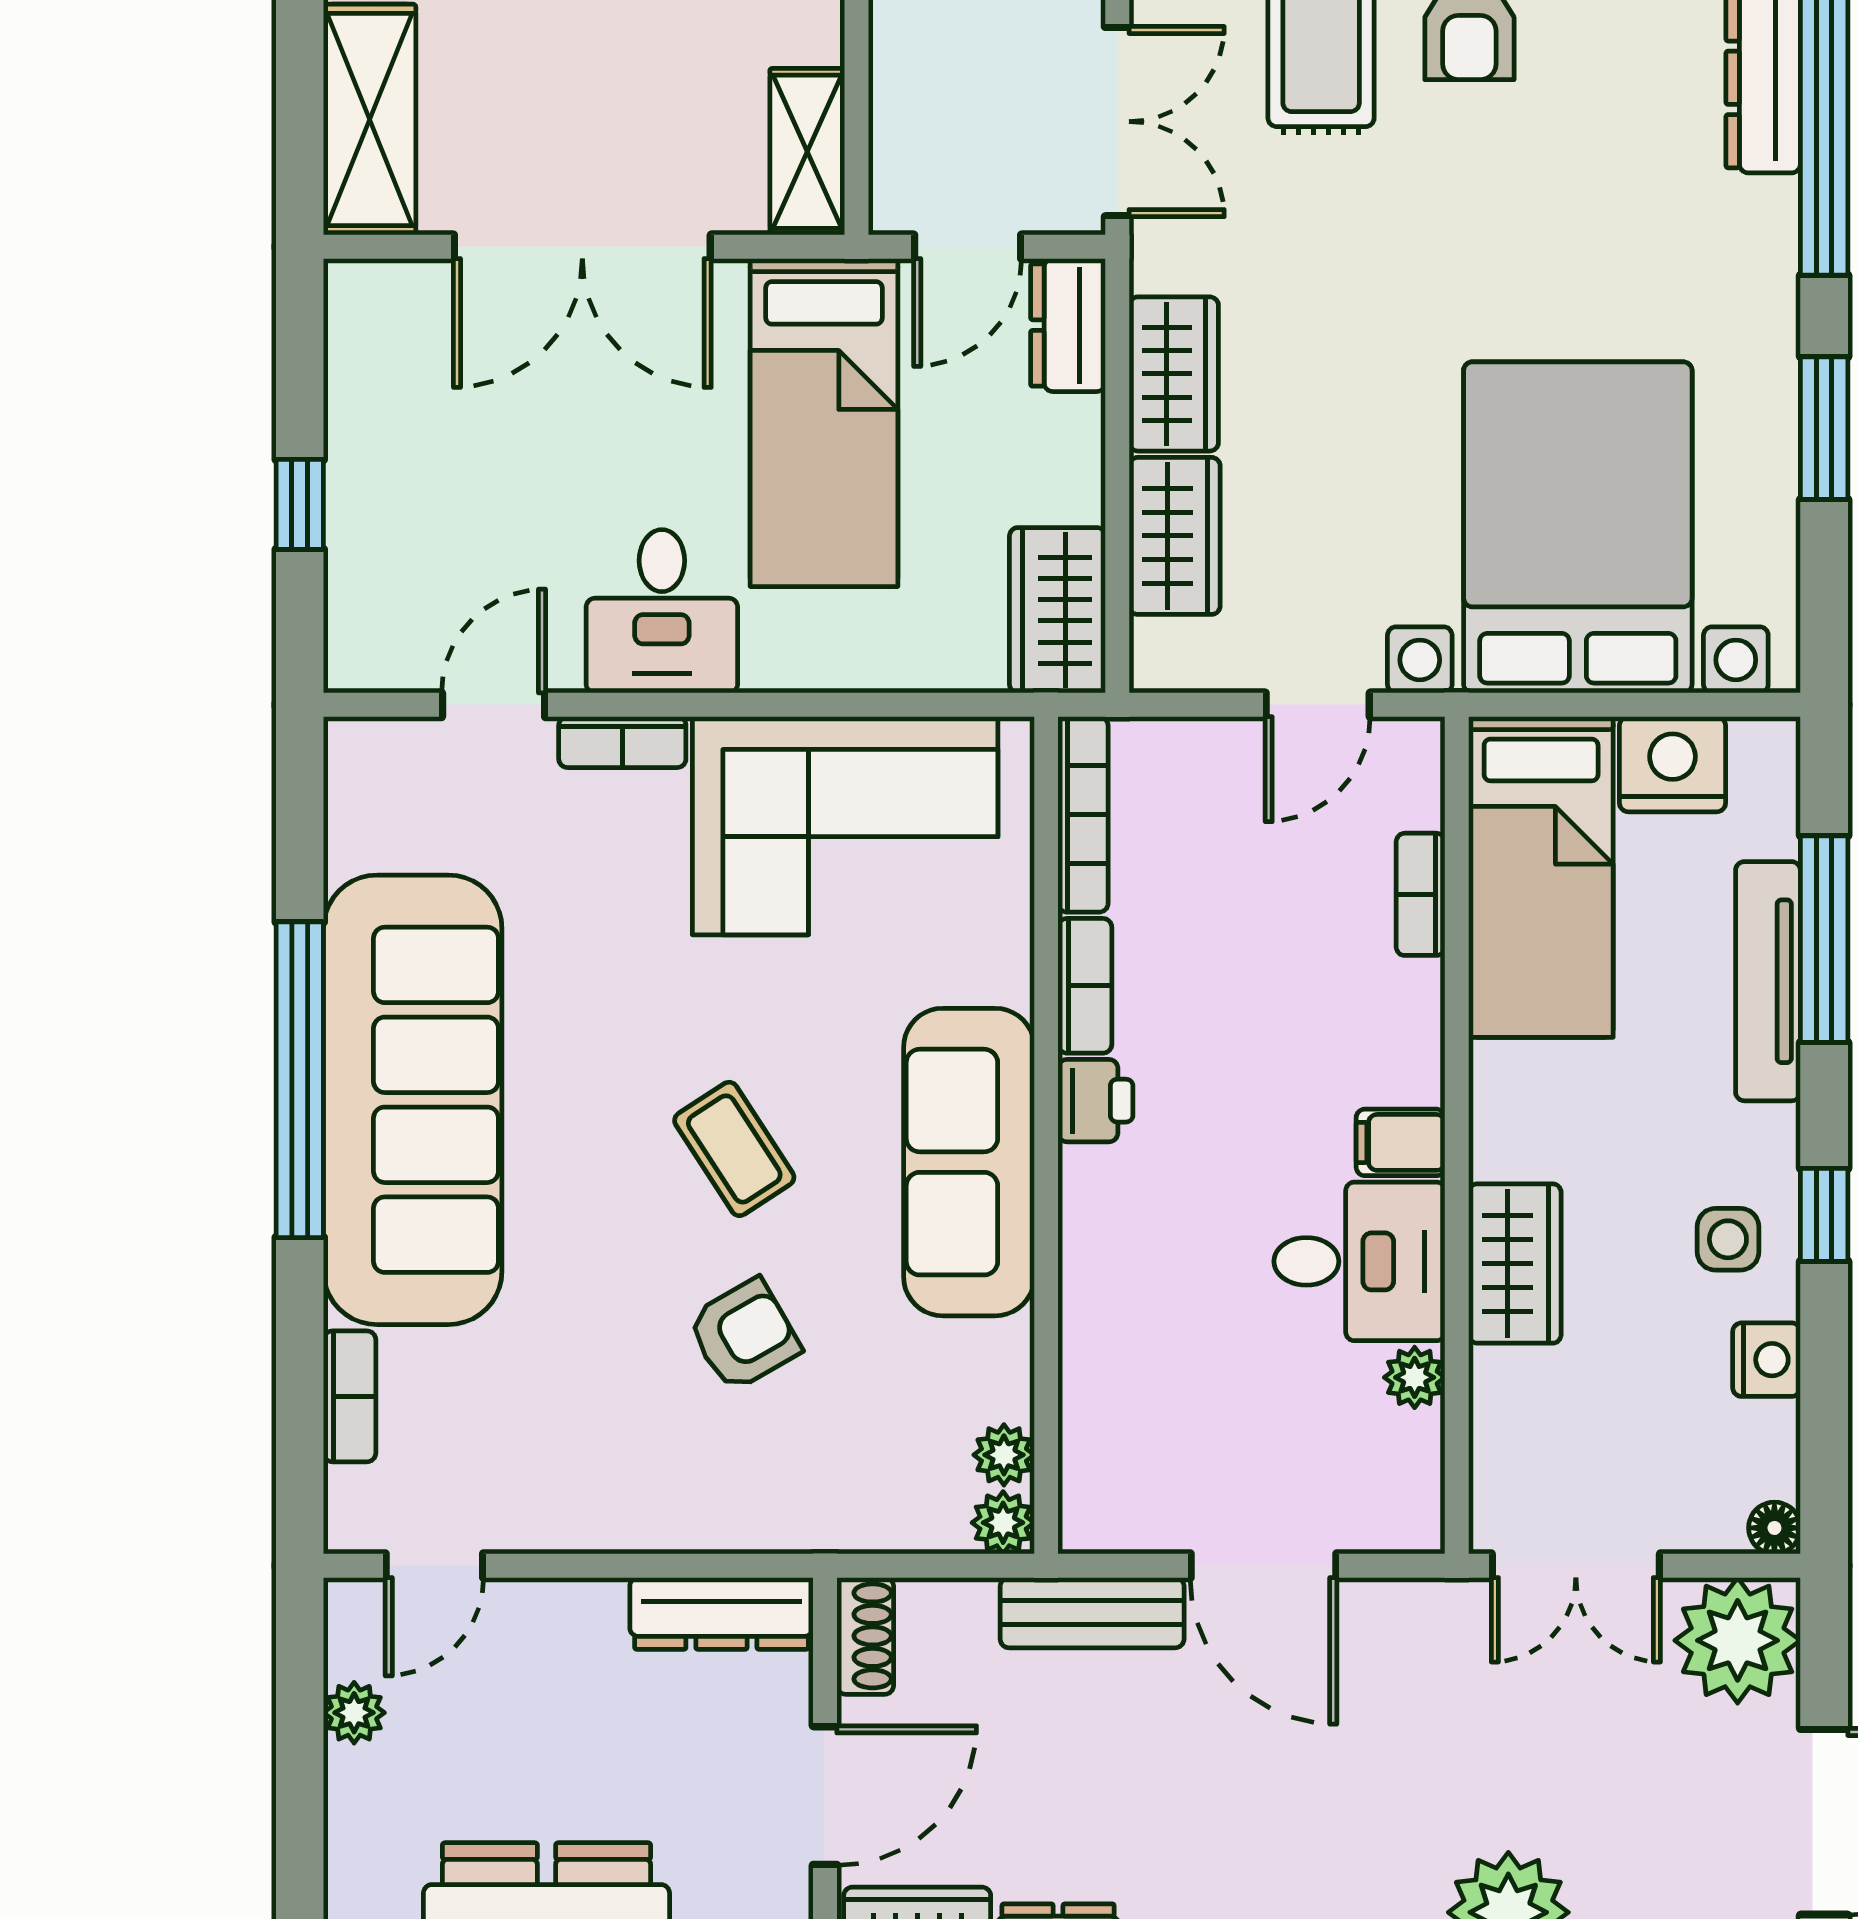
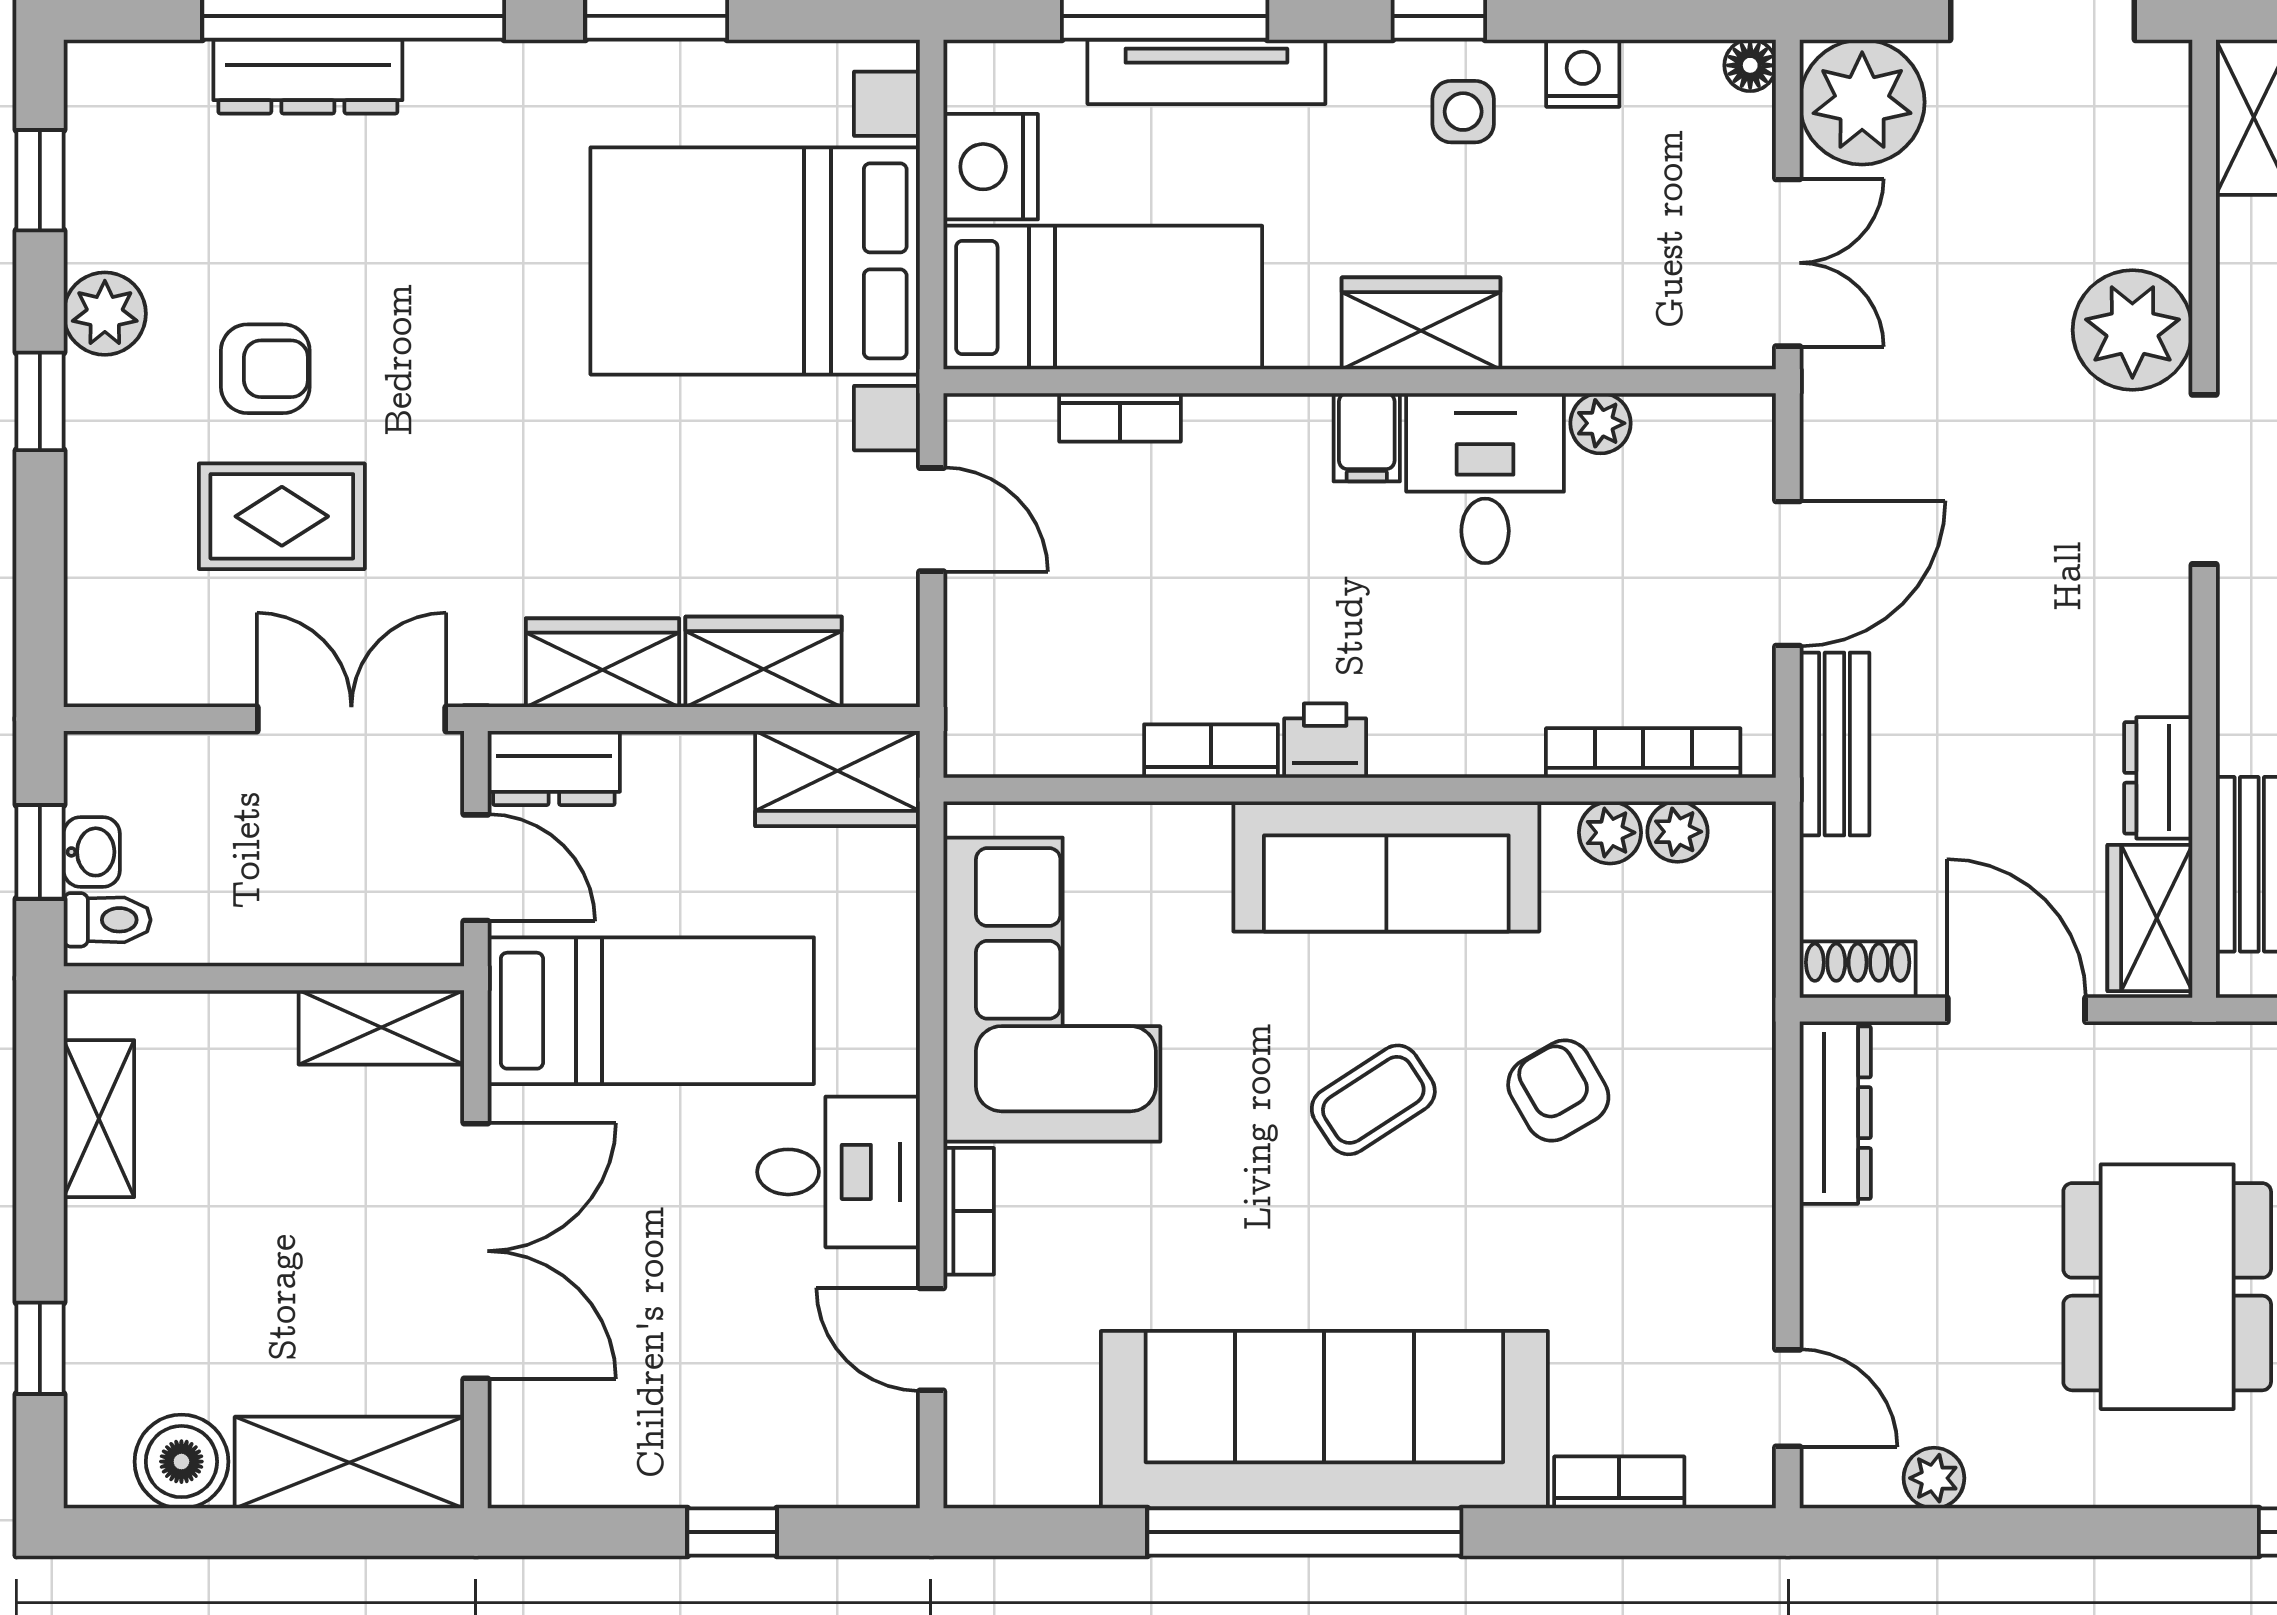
bookcase: (1083, 814) -> (1643, 753), moved
wardrobe: (1515, 1264) -> (1421, 323), moved
plant: (1003, 1523) -> (1610, 833), moved

